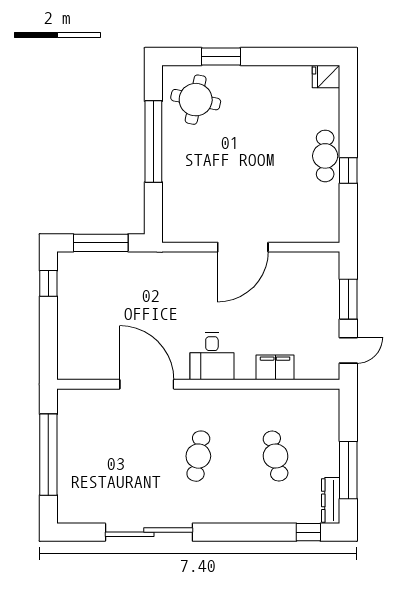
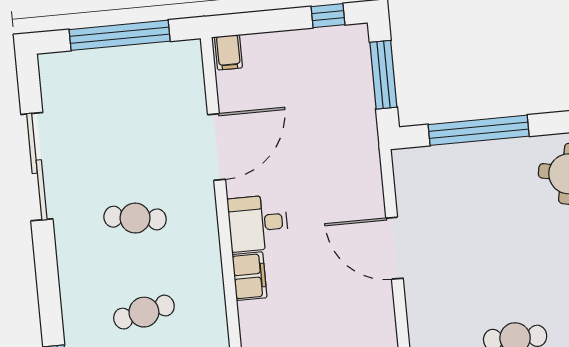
window: (153, 142) -> (479, 130), moved
filing cabinet: (71, 367) -> (228, 52), added
filing cabinet: (275, 367) -> (250, 276), moved

